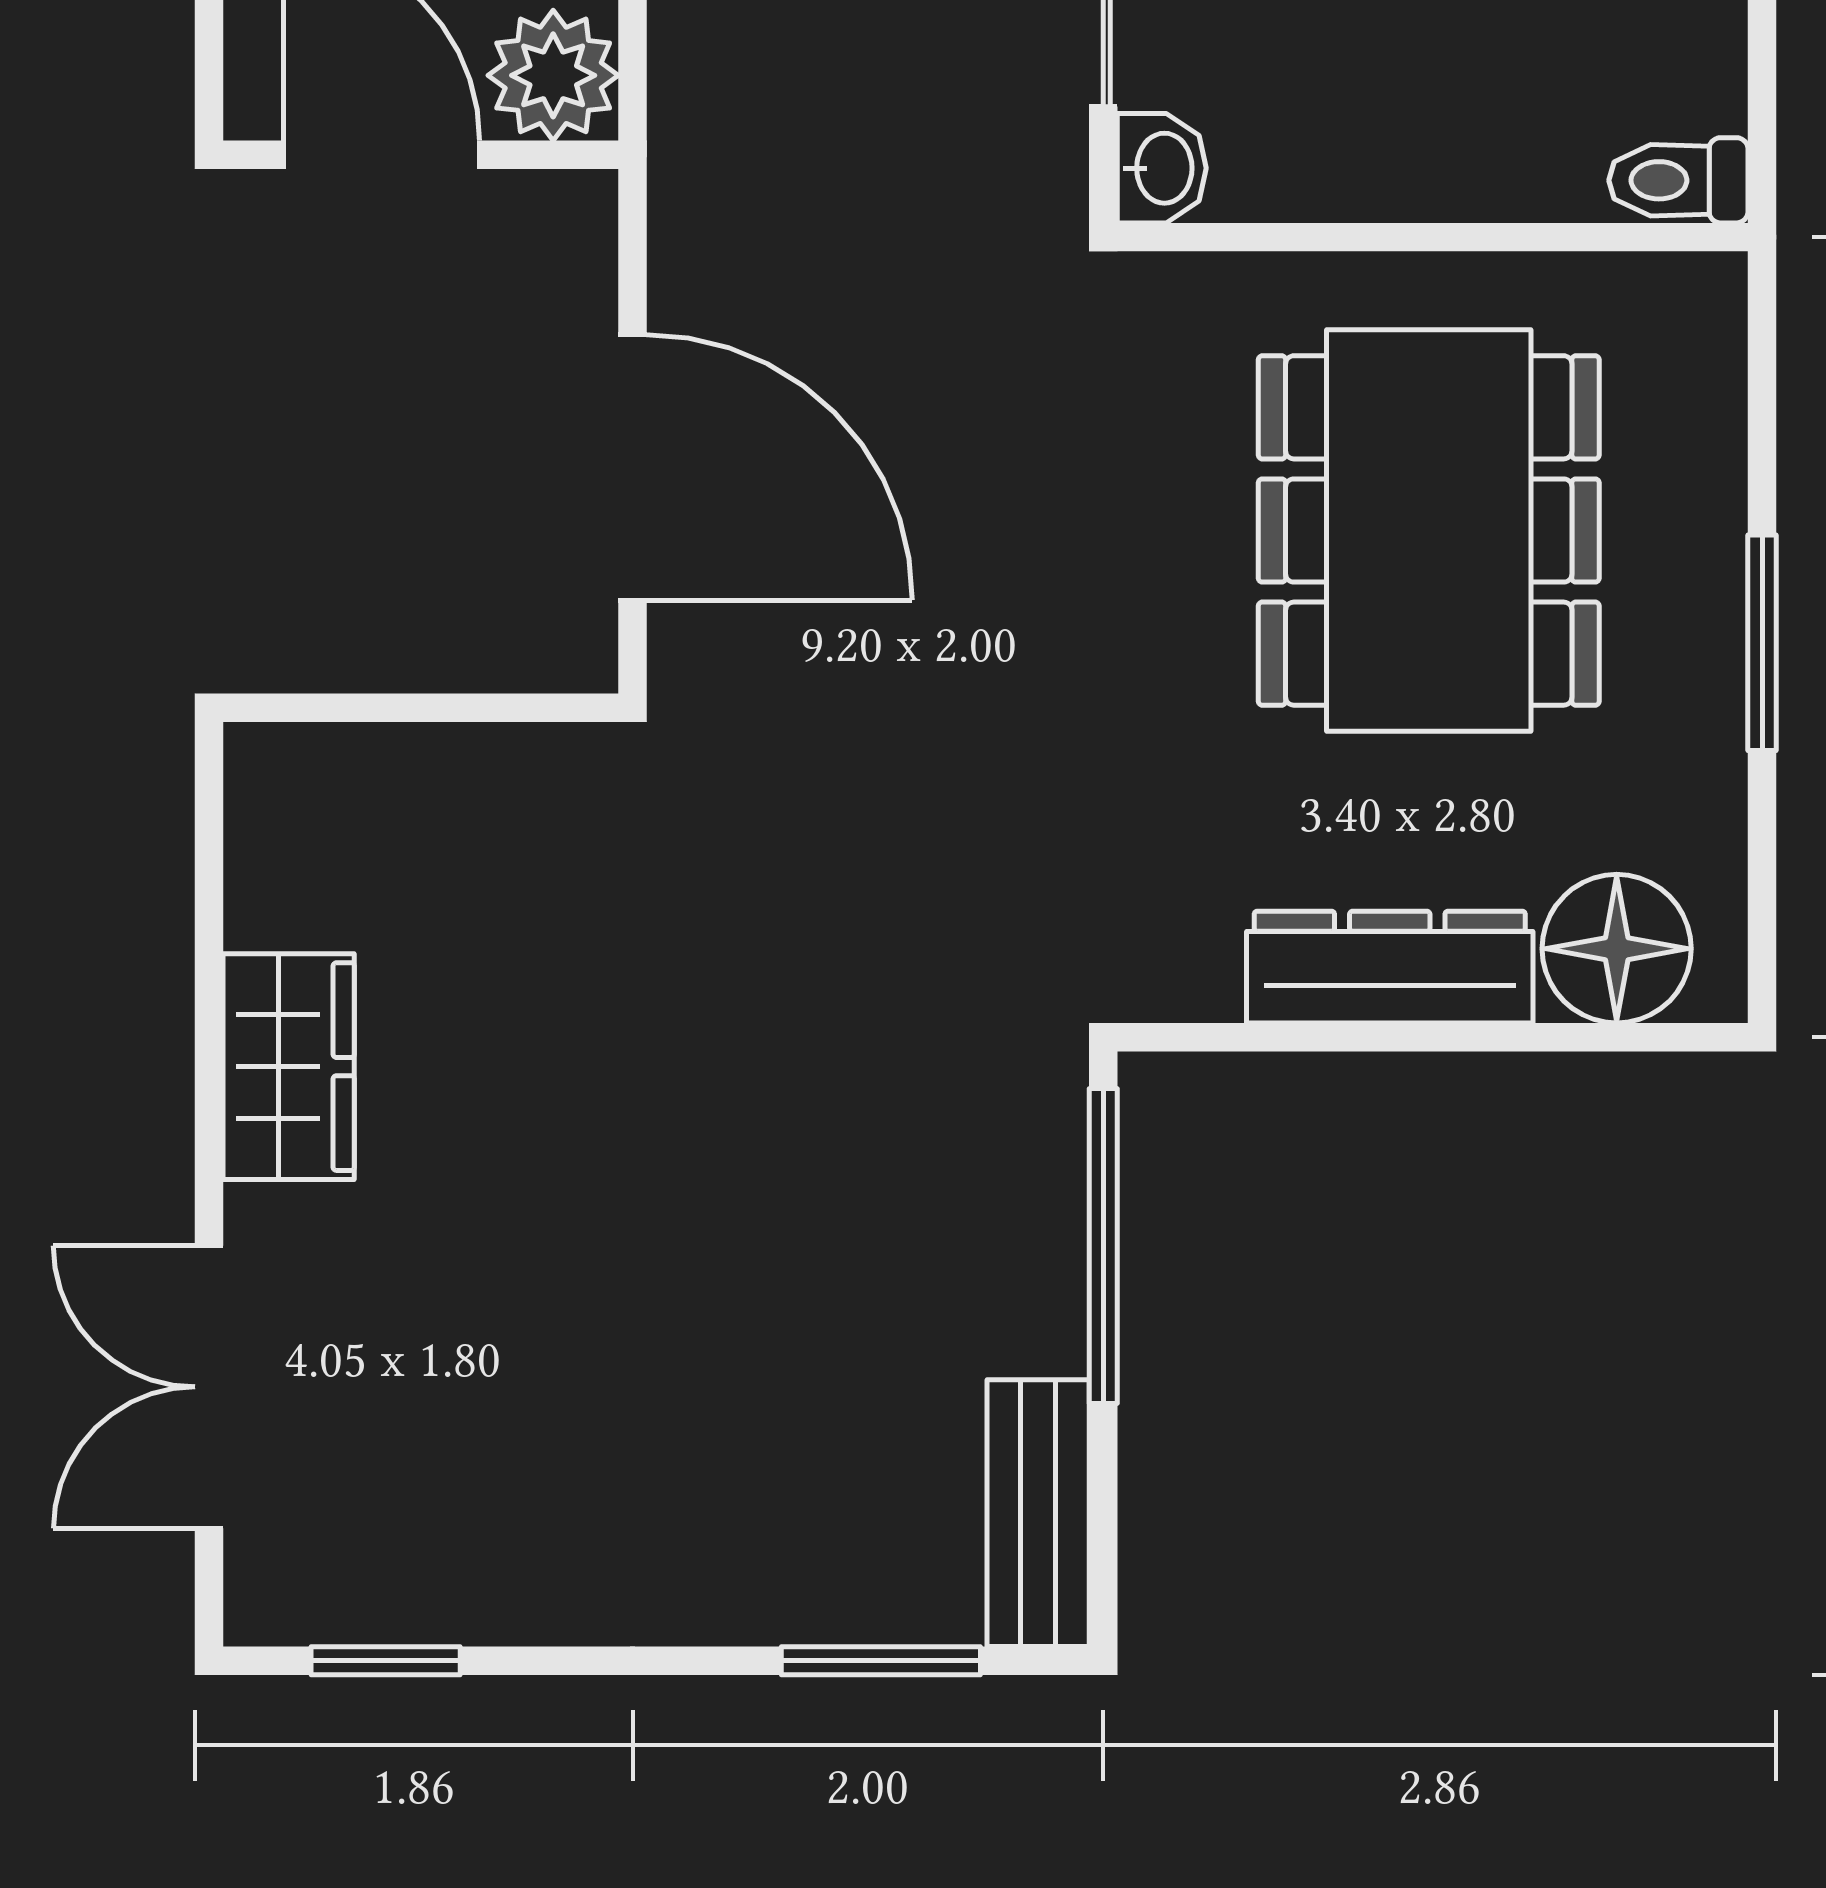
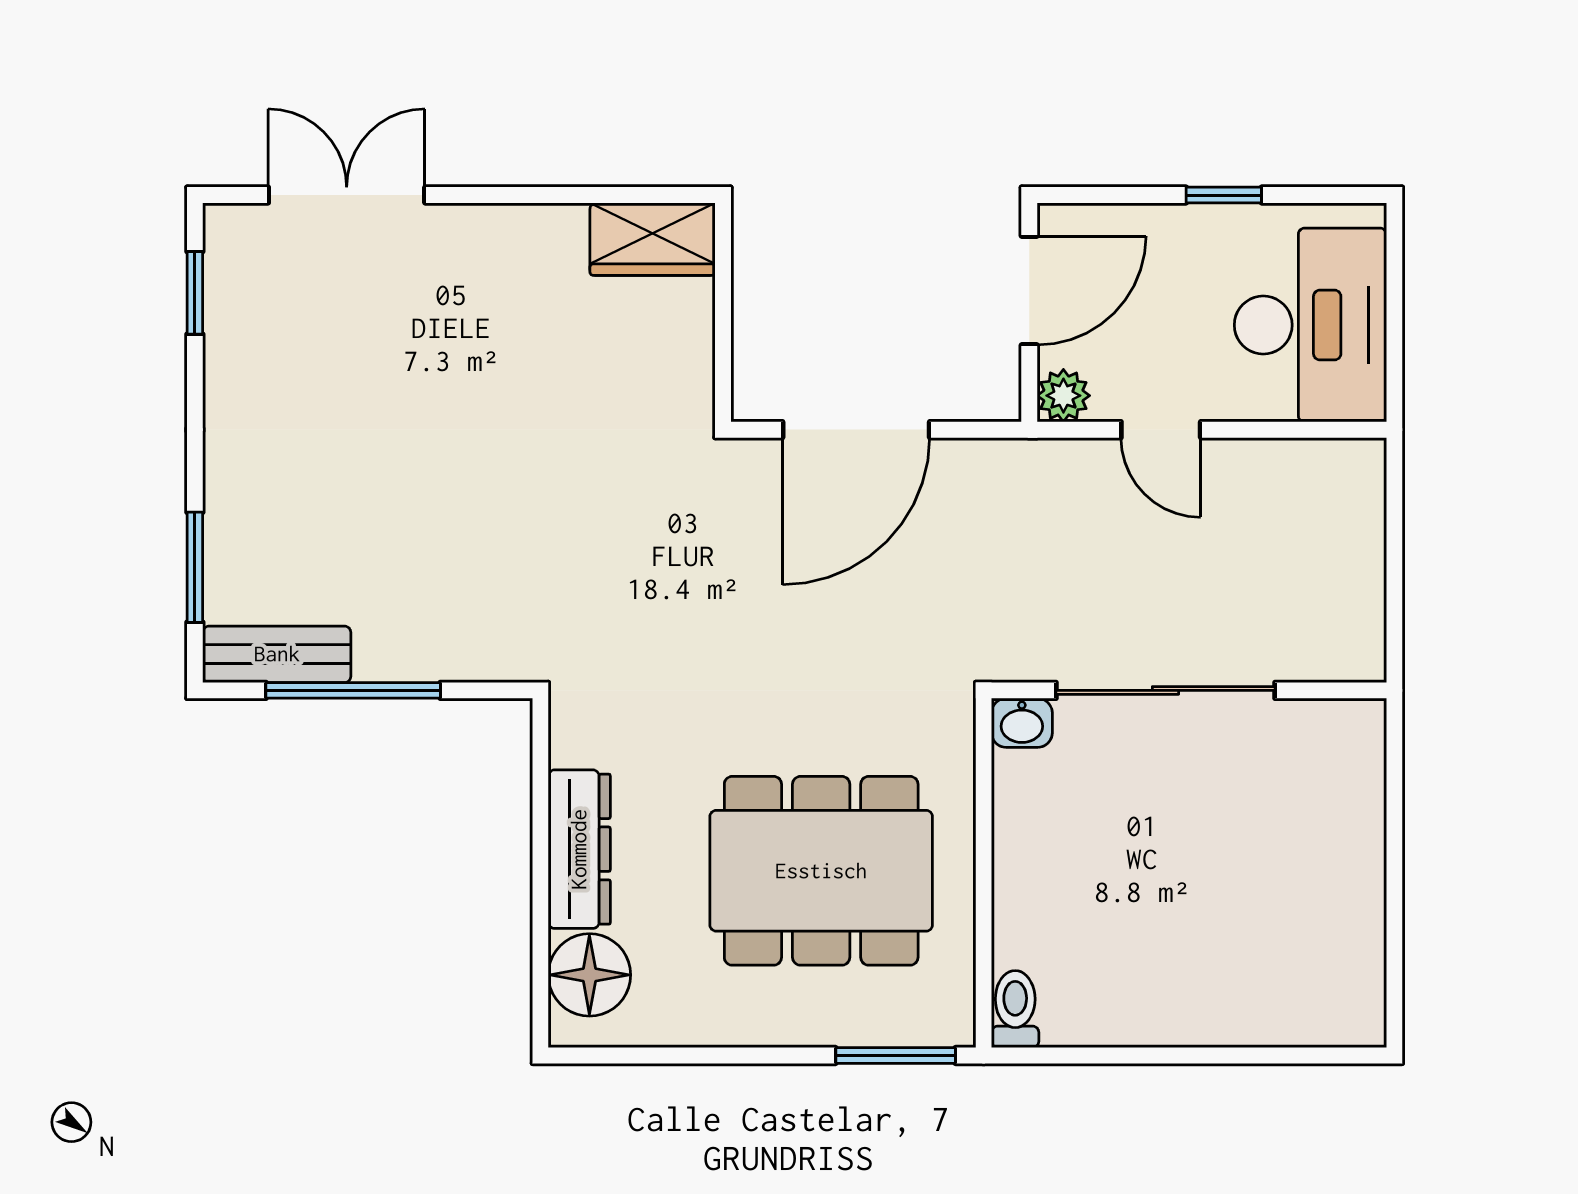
plant: (553, 75) -> (1063, 396), width x0.73, depth x0.73
window: (1762, 643) -> (896, 1055), moved
wardrobe: (289, 1067) -> (653, 239), moved
window: (1103, 1246) -> (353, 690), moved

